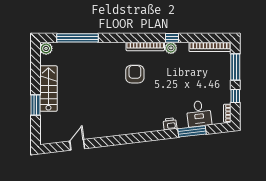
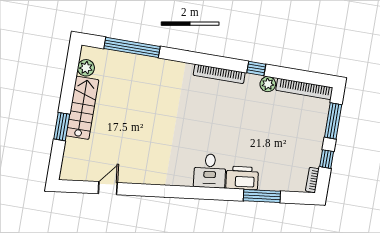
plant: (46, 48) -> (86, 68), moved
plant: (171, 48) -> (268, 84), moved
armchair: (135, 74) -> (199, 108), removed
desk: (199, 114) -> (210, 171), moved
printer: (170, 124) -> (242, 178), width x1.87, depth x1.48

